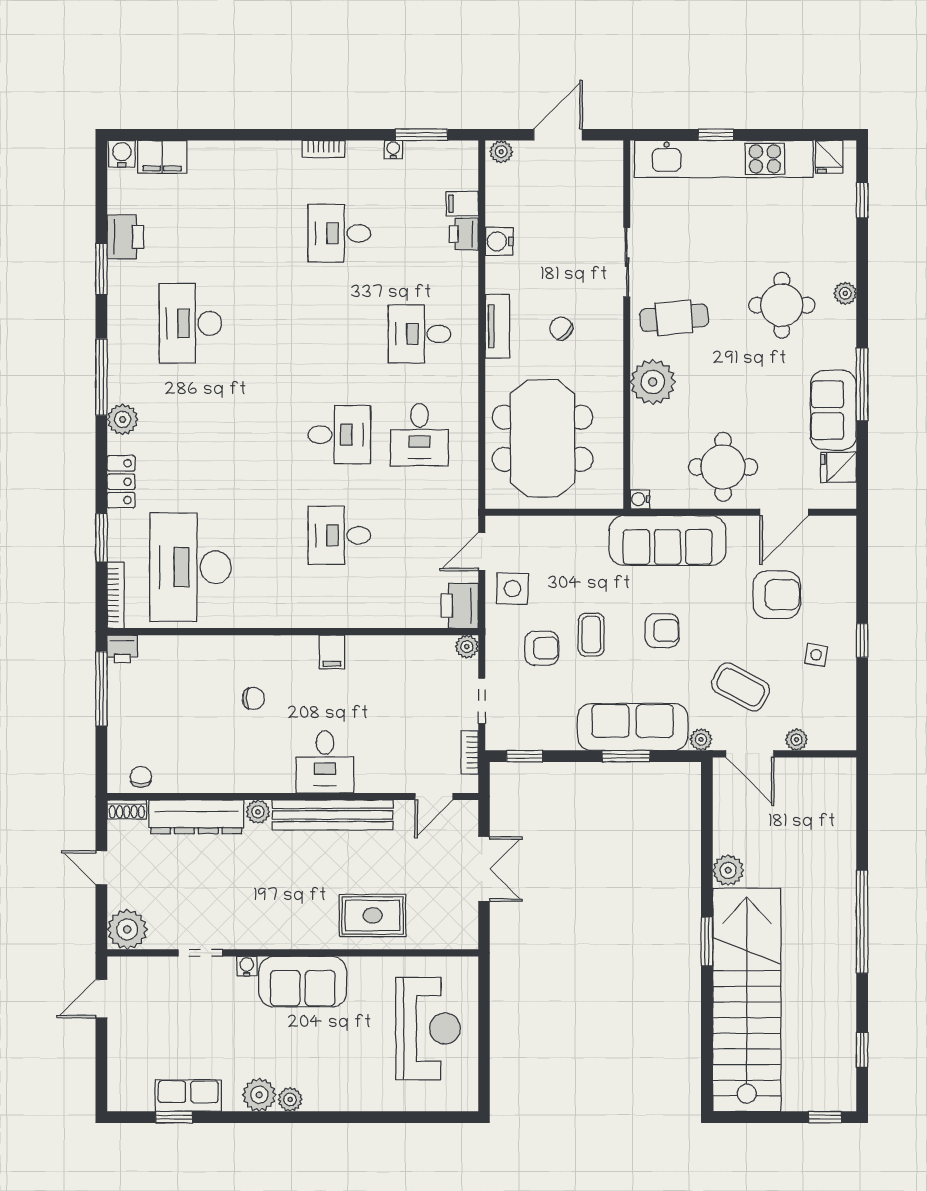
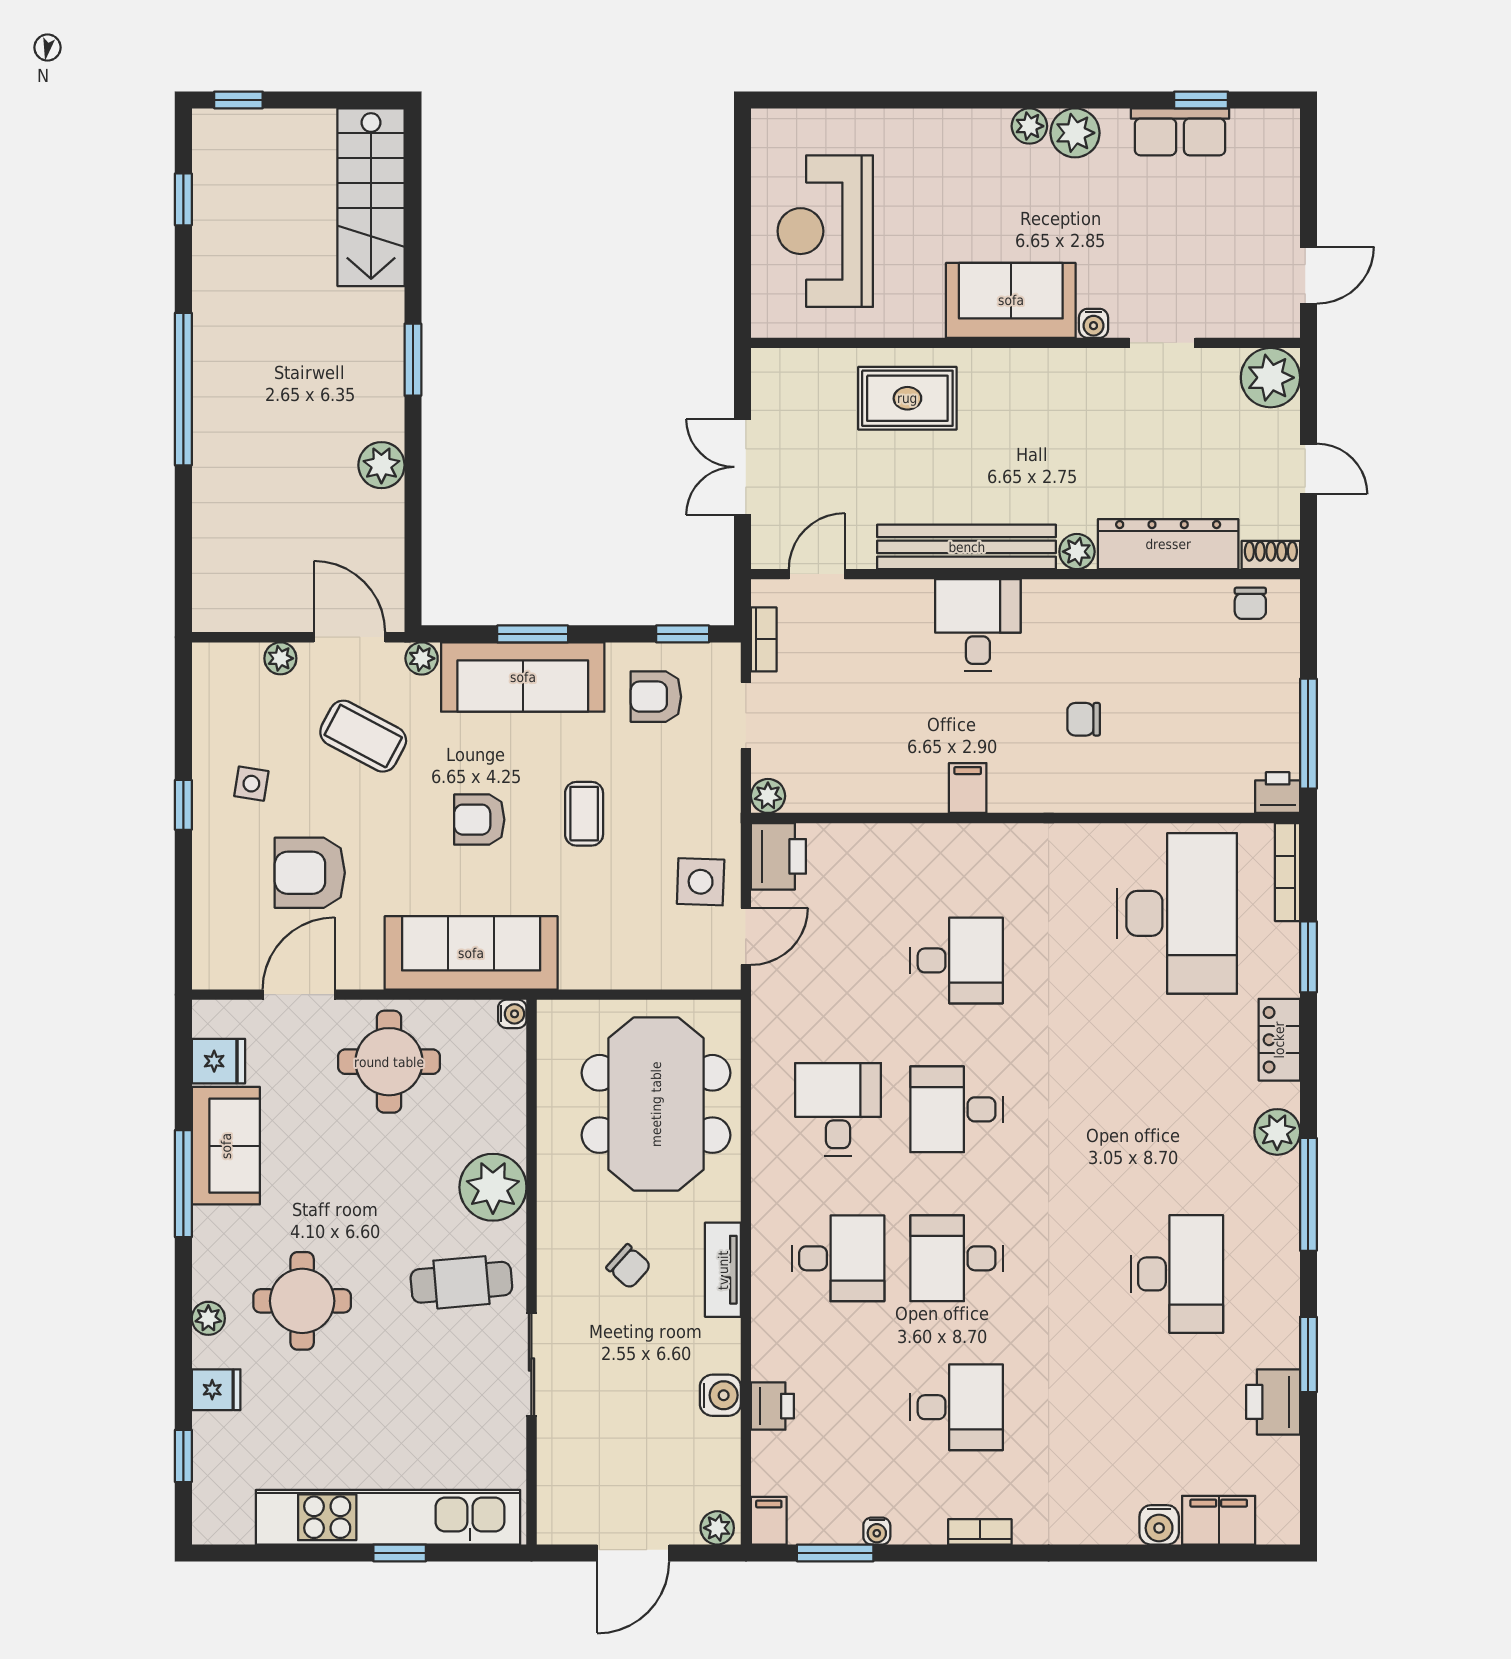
water cooler: (122, 154) -> (1159, 1525), moved
fridge: (829, 157) -> (216, 1390), moved, turned 90
filing cabinet: (462, 204) -> (769, 1521), moved, turned -90
desk: (339, 334) -> (957, 1258), added
armchair: (542, 648) -> (656, 697), moved
stairs: (747, 1000) -> (371, 197), width x0.54, depth x0.66

